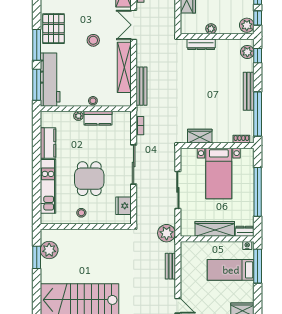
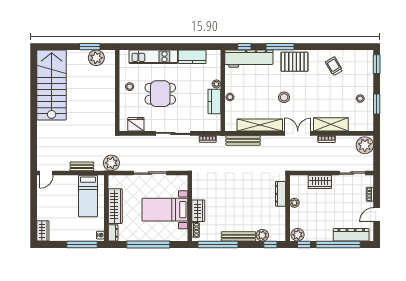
plant: (247, 52) -> (262, 235), moved
window: (37, 85) -> (244, 47), width x0.46
wardrobe: (200, 136) -> (198, 211), moved
bed: (231, 270) -> (88, 196), moved, turned 180

